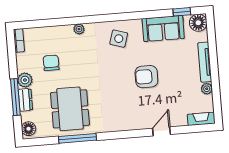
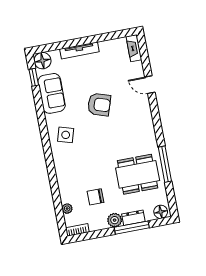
plant: (79, 29) -> (67, 209), moved
armchair: (146, 77) -> (99, 105), turned -72
plant: (207, 89) -> (105, 46), removed

